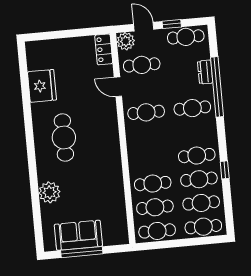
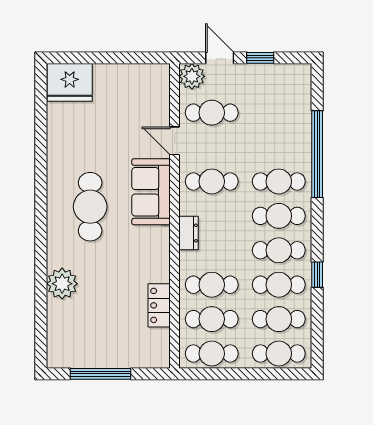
cafe table: (186, 37) -> (279, 216), moved
locker: (104, 49) -> (159, 305), moved
dresser: (205, 72) -> (189, 233), moved, turned 180
fridge: (42, 86) -> (70, 82), moved, turned 90
sofa: (78, 235) -> (151, 192), moved, turned -90

